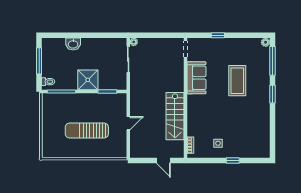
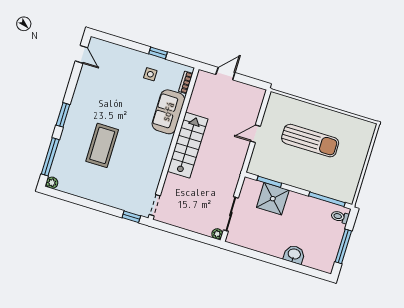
window: (218, 35) -> (131, 217), moved
sofa: (196, 78) -> (168, 112), moved
shower: (88, 80) -> (273, 199), moved
stairs: (175, 116) -> (188, 145), moved
door: (273, 142) -> (81, 54), added
door: (163, 161) -> (225, 74), hinge flipped
window: (233, 161) -> (158, 53), moved

